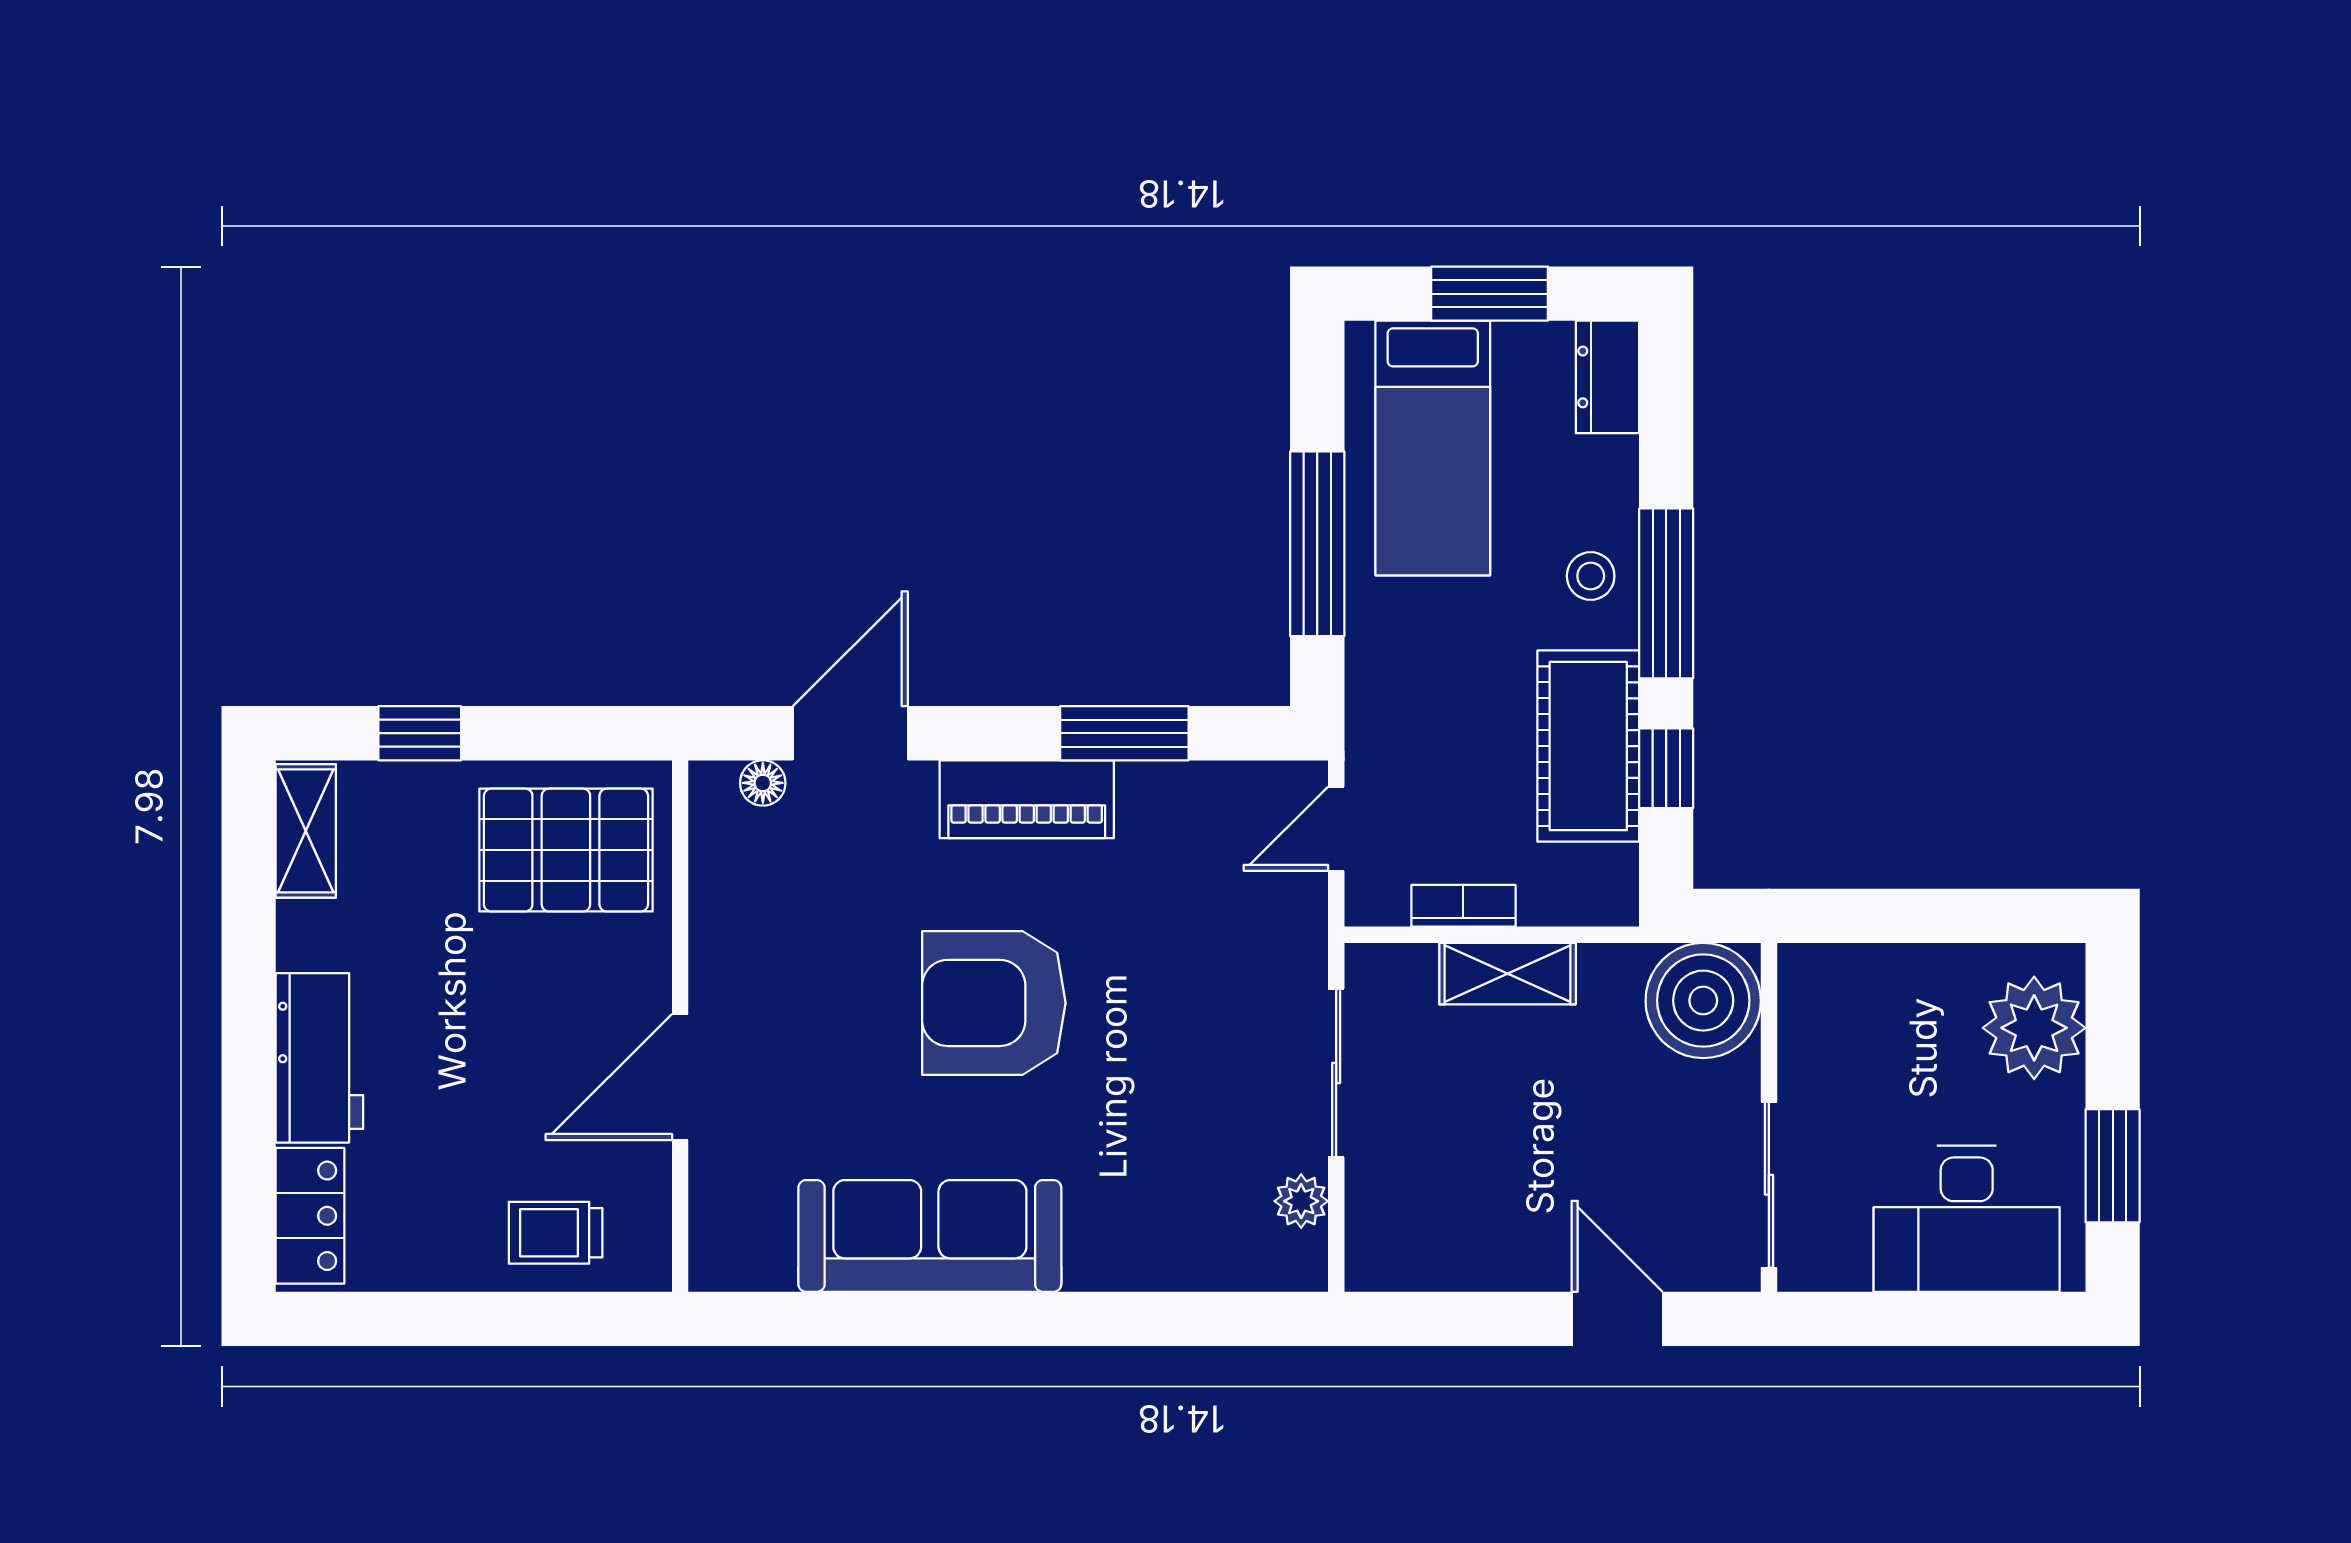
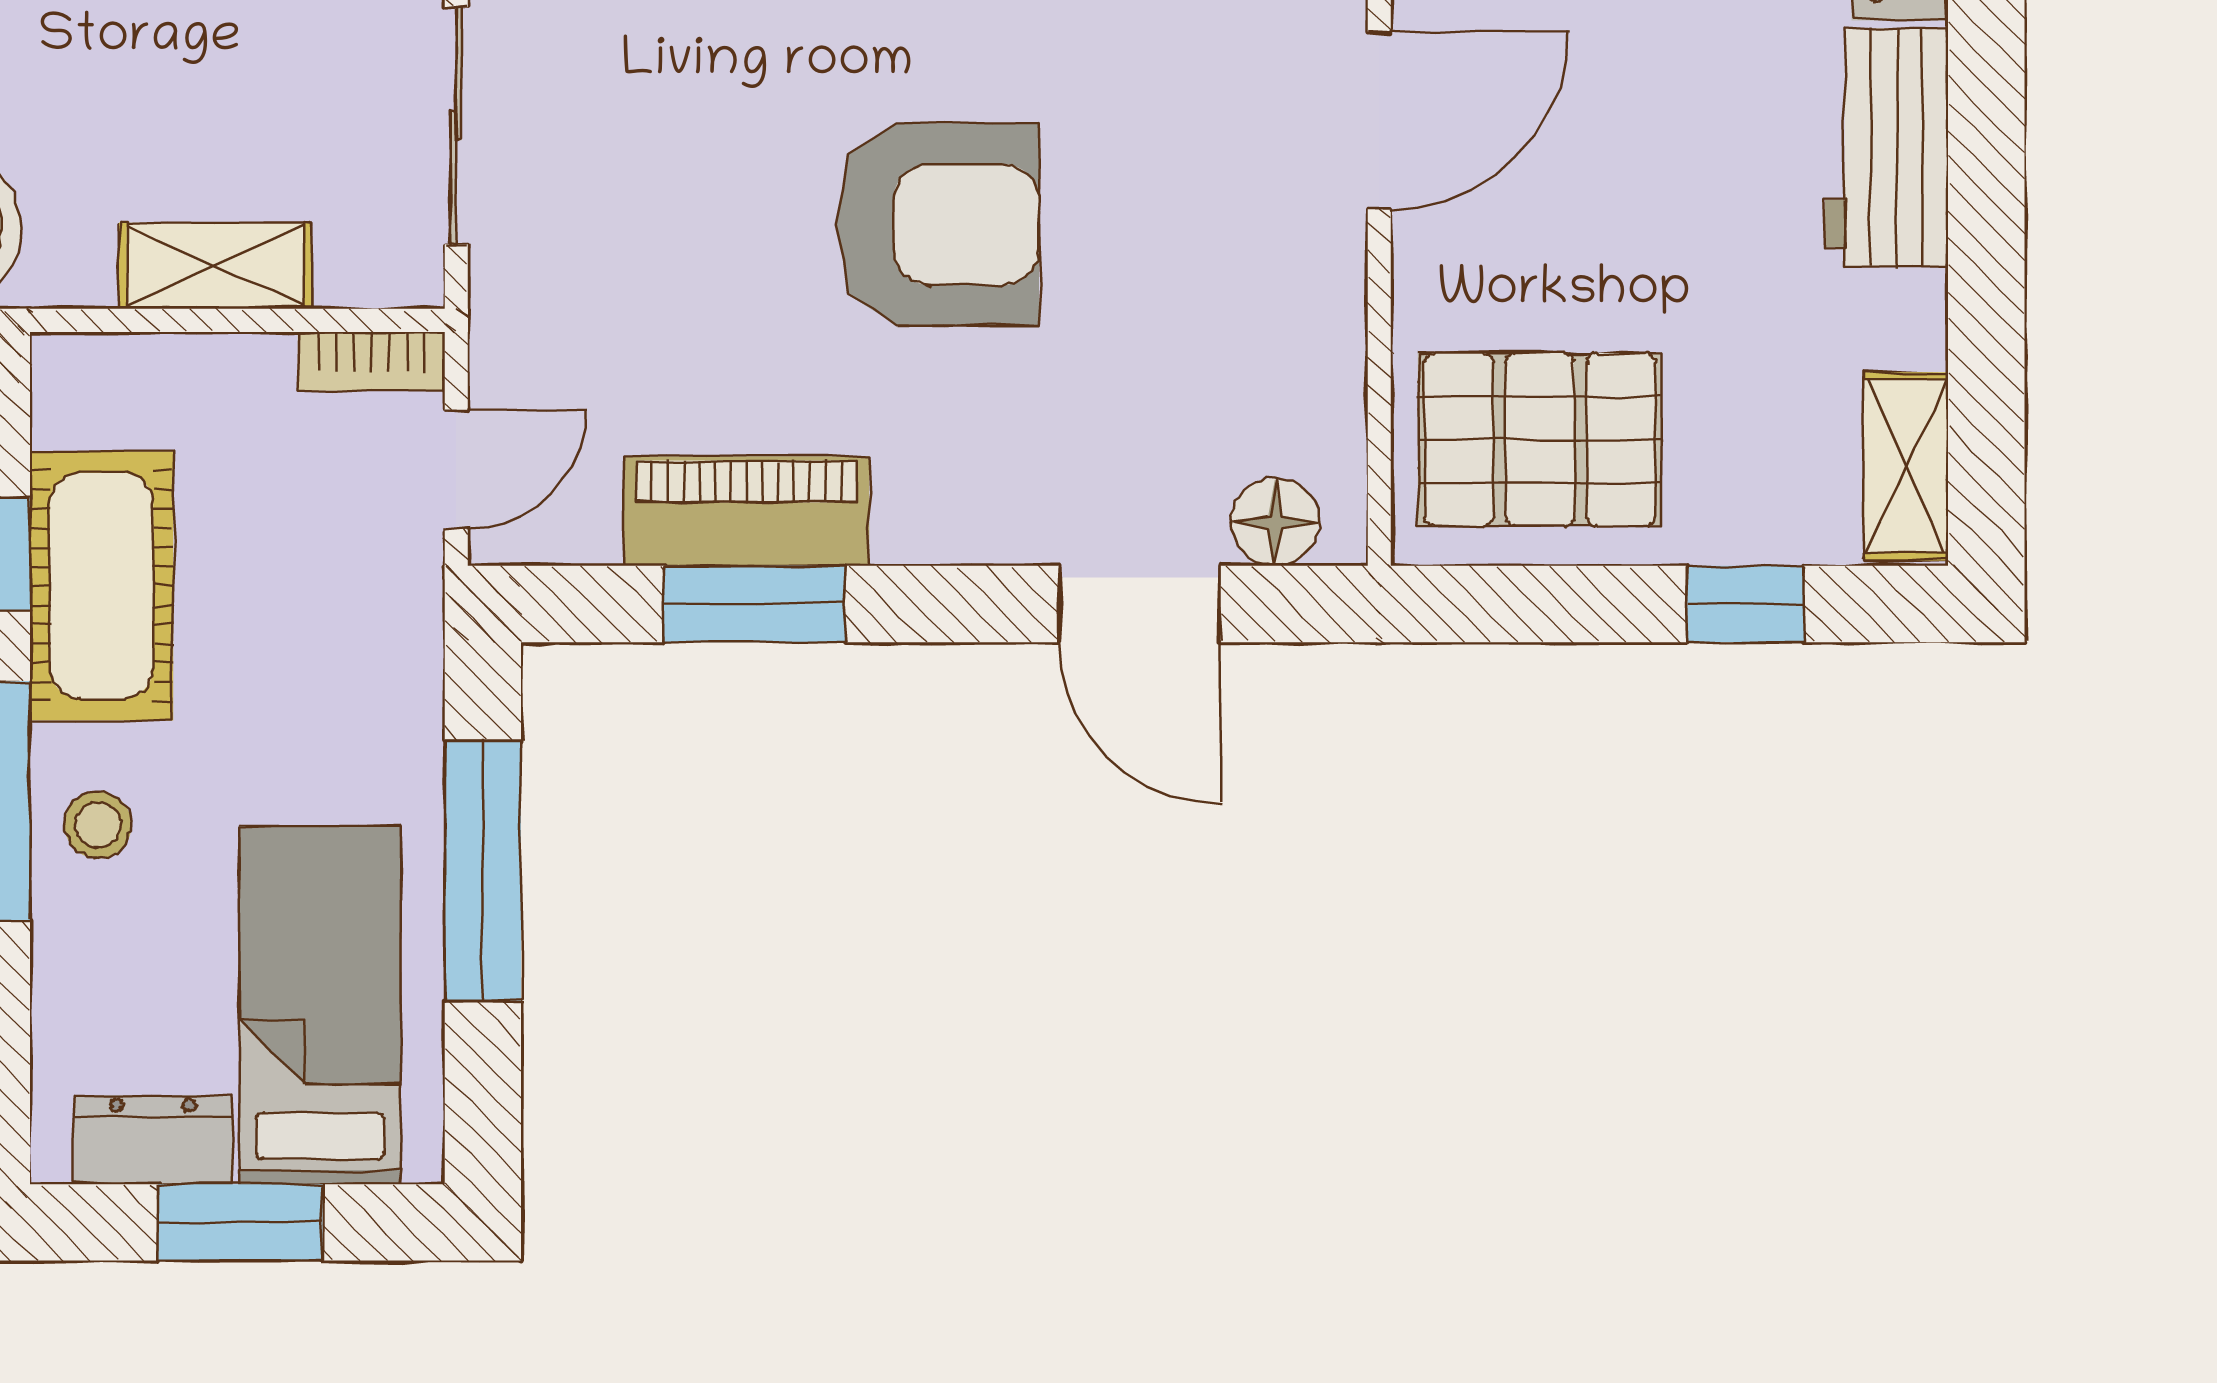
dresser: (1607, 377) -> (153, 1140), moved, turned -90
door: (850, 733) -> (1140, 604), hinge flipped
floor lamp: (763, 783) -> (1275, 522), width x1.37, depth x1.37
piano: (1027, 799) -> (747, 511), moved
bookcase: (1463, 906) -> (371, 361), moved

